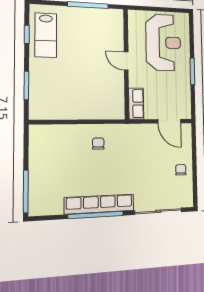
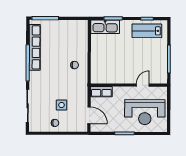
door: (126, 61) -> (143, 85), moved
kitchen sink: (40, 98) -> (105, 27), added
door: (169, 121) -> (89, 115), swing flipped
side table: (156, 161) -> (62, 105), added
row of seats: (99, 204) -> (35, 47), moved

